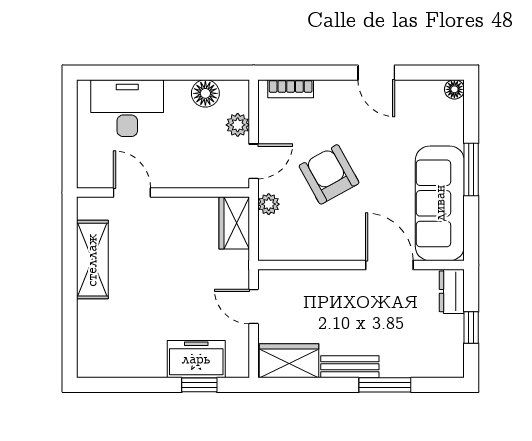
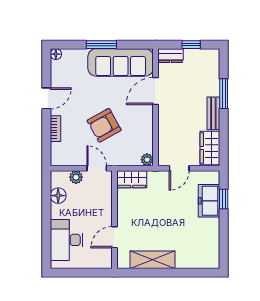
bookcase: (291, 89) -> (55, 129), moved
plant: (269, 204) -> (147, 160), moved

